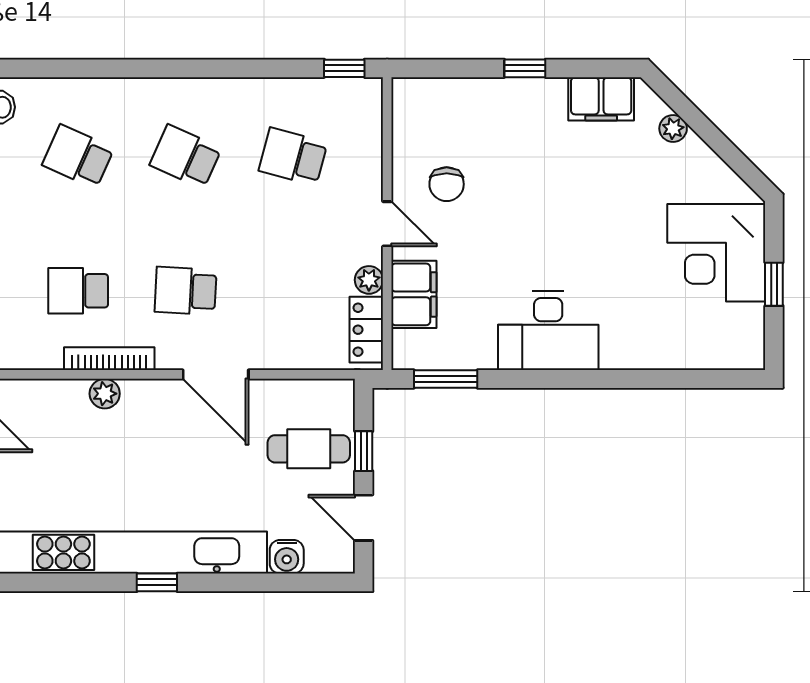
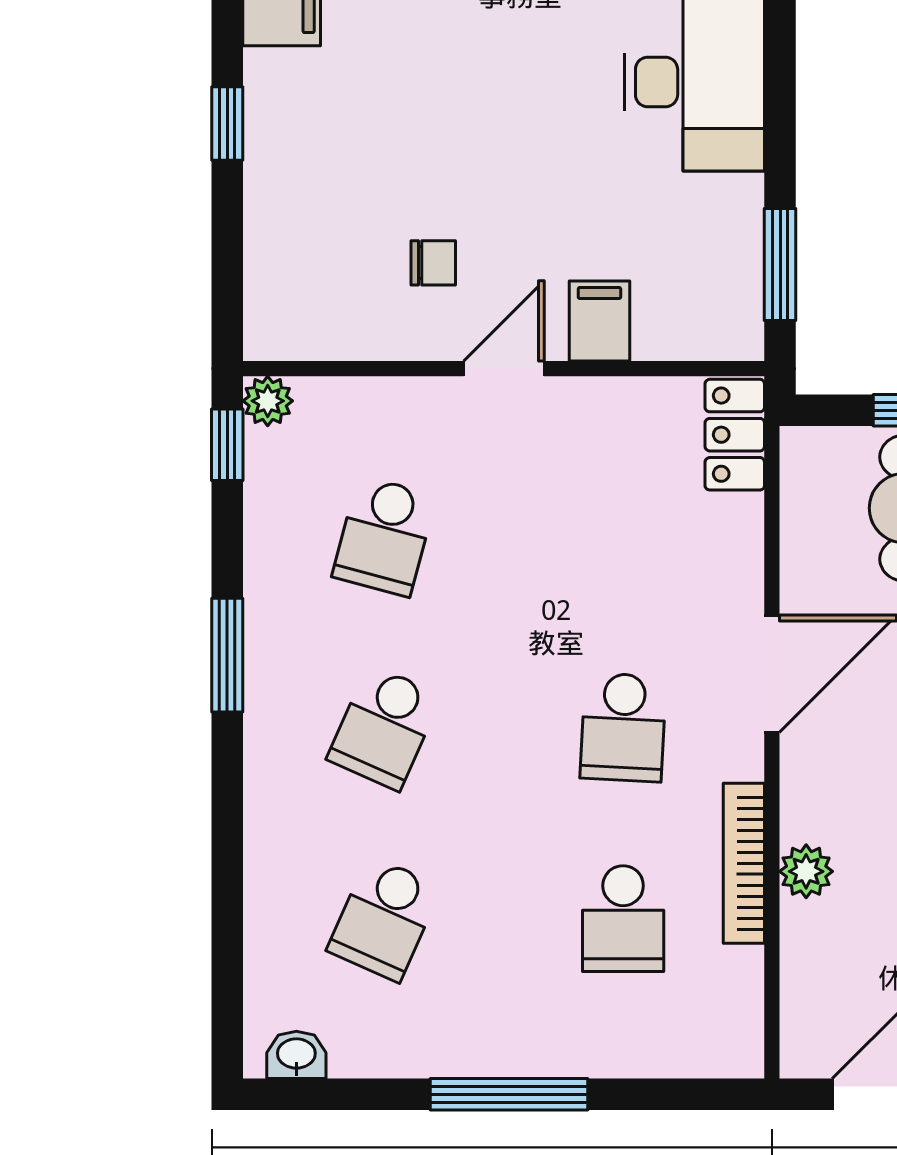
window: (226, 68) -> (227, 655), added
chair: (447, 184) -> (433, 263), width x0.73, depth x0.73
plant: (369, 280) -> (268, 401), moved
filing cabinet: (414, 294) -> (599, 321), width x0.50
locker: (366, 330) -> (735, 435), moved, turned 90

